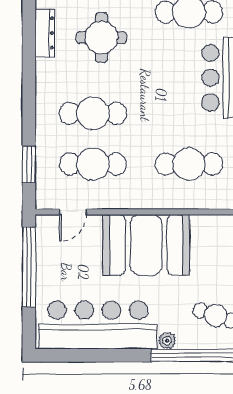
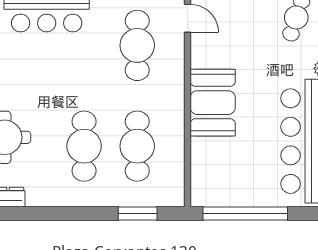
door: (73, 212) -> (188, 18), moved
booth: (146, 245) -> (213, 103), width x0.73, depth x0.70

